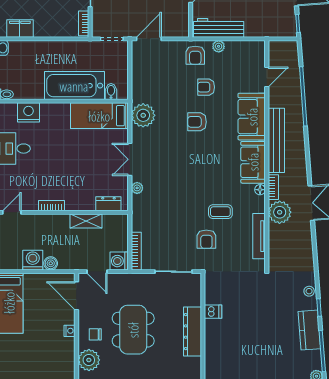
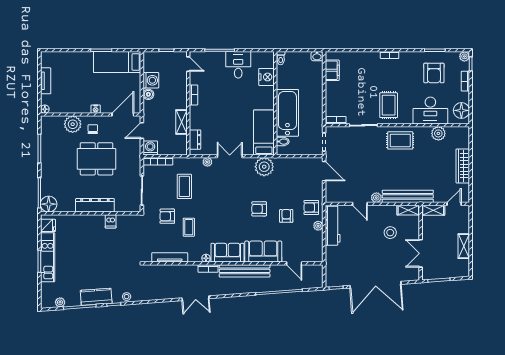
armchair: (197, 122) -> (259, 209), turned -90
plant: (280, 212) -> (188, 274), removed
coffee table: (168, 217) -> (184, 186), added

